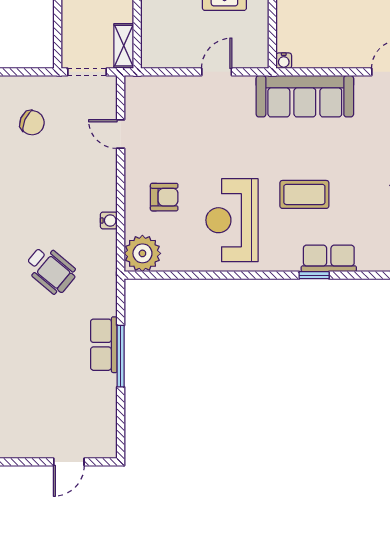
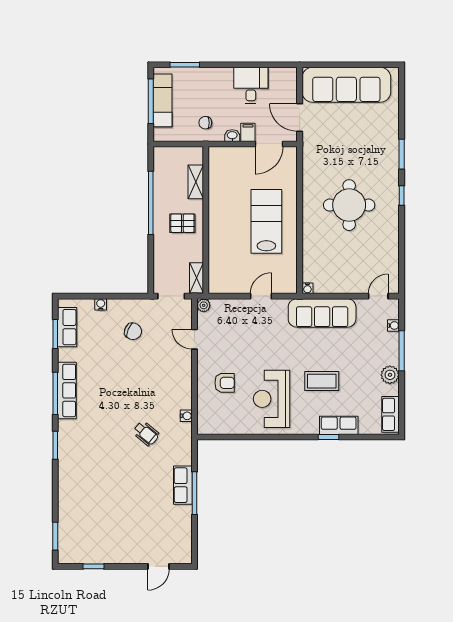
water cooler: (109, 220) -> (186, 416), moved
plant: (142, 253) -> (204, 305), moved, width x0.53, depth x0.53
wheelchair: (51, 270) -> (146, 433), width x0.73, depth x0.73

